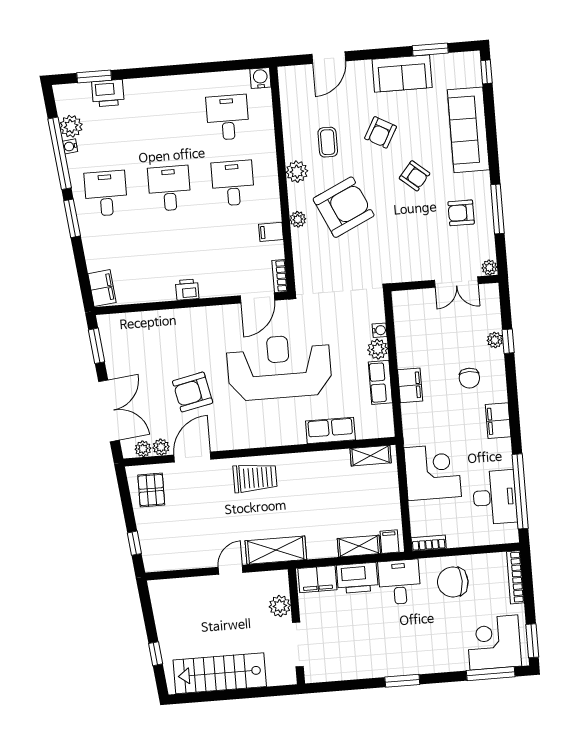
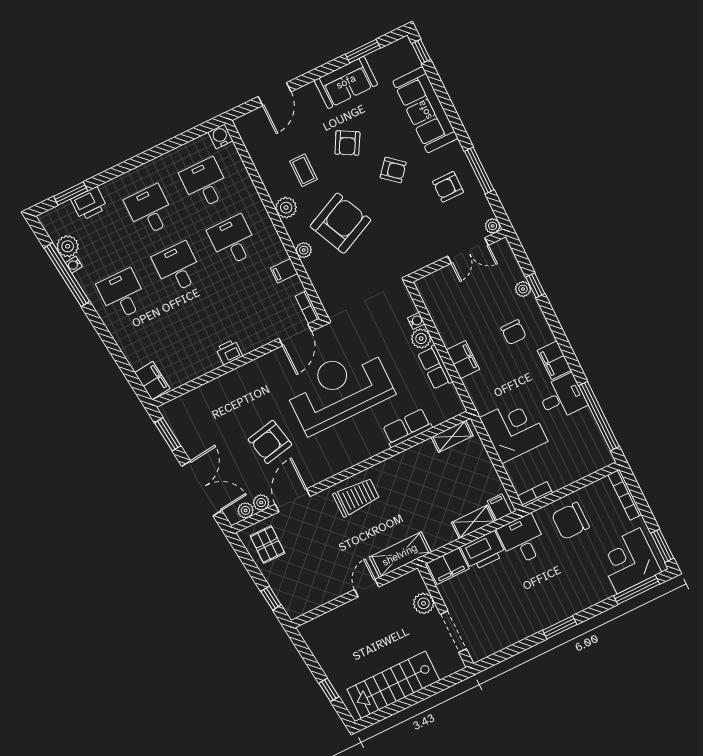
desk: (164, 123) -> (150, 210), added
window: (72, 218) -> (101, 328), removed
desk: (495, 497) -> (562, 397), moved, width x0.73

